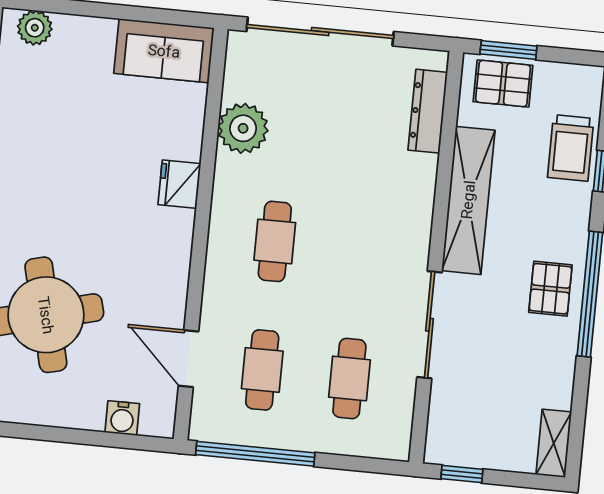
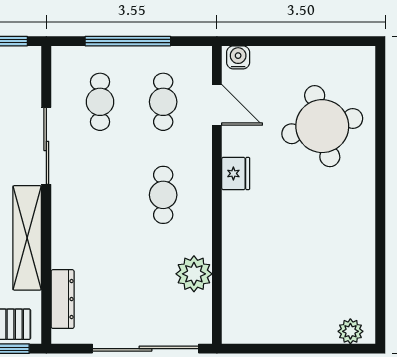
sofa: (164, 51) -> (256, 324), removed
fridge: (179, 184) -> (236, 173), moved
water cooler: (122, 418) -> (238, 57), moved
window: (255, 454) -> (128, 41), moved

